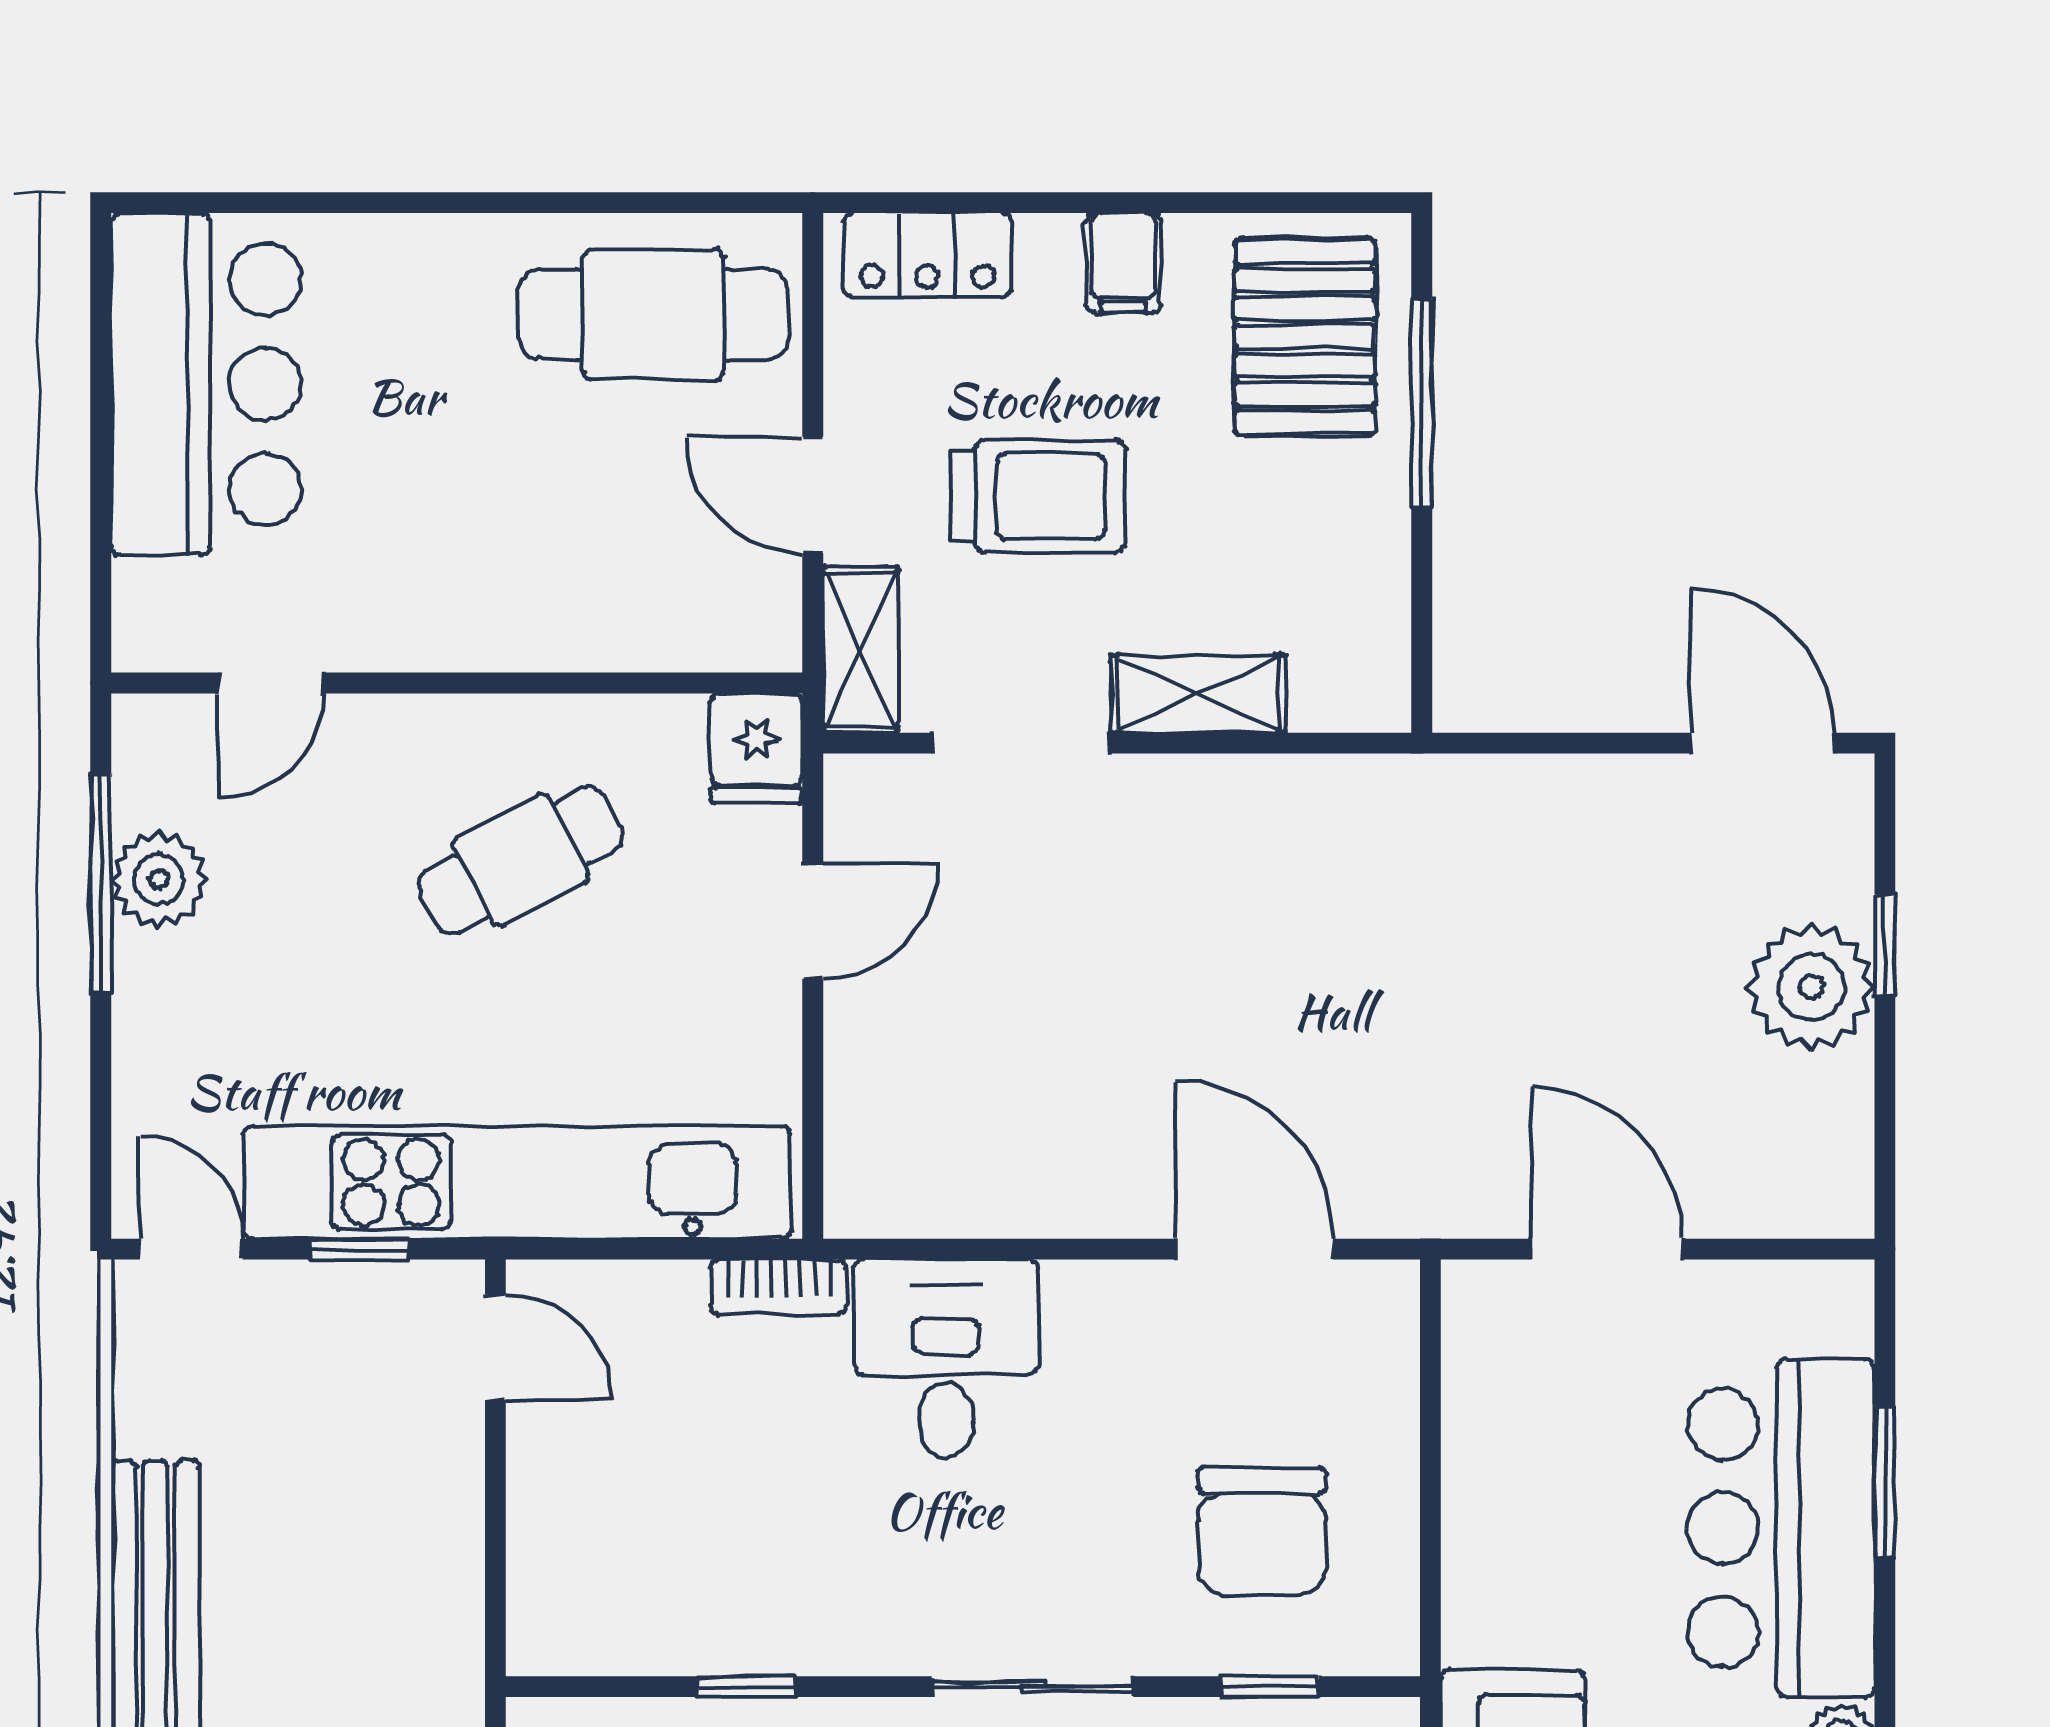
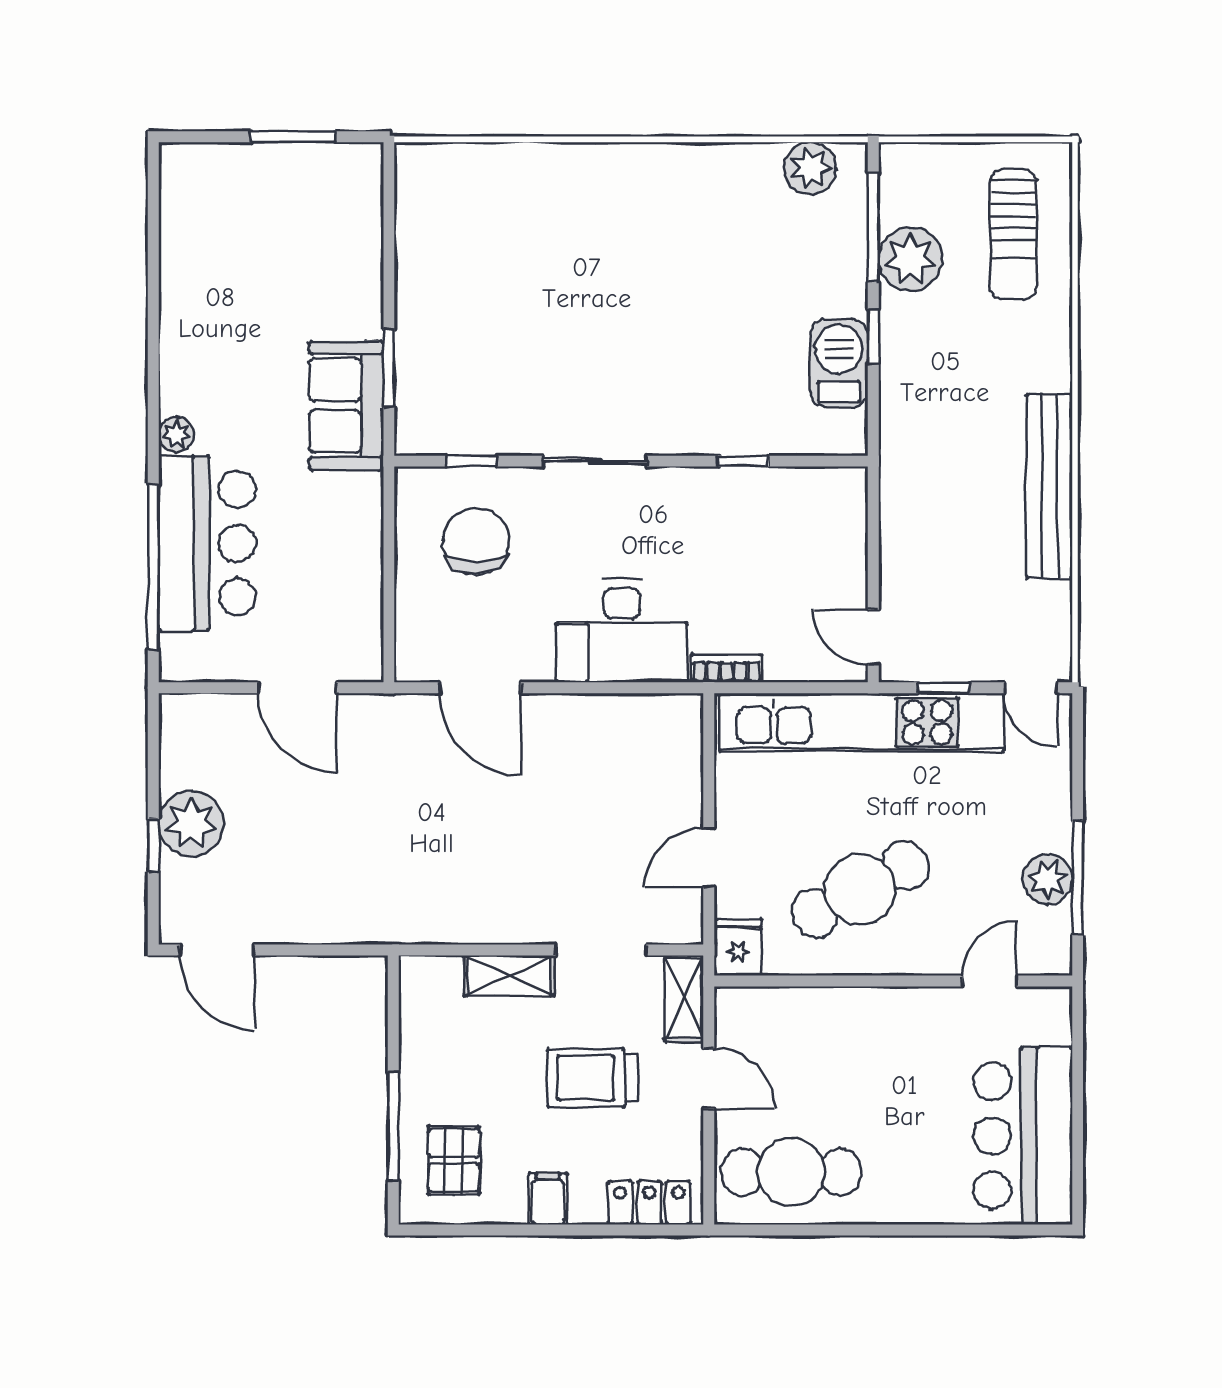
pallet: (1305, 337) -> (454, 1160), width x0.67, depth x0.71
cafe table: (521, 860) -> (860, 889), width x1.37, depth x1.35
desk: (946, 1359) -> (622, 631), width x1.37
window: (1885, 1482) -> (153, 567), width x2.11

